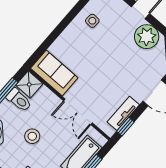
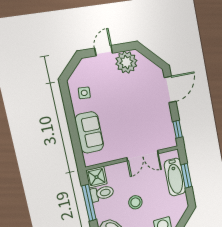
sofa: (54, 73) -> (89, 132), moved, turned 90
tv unit: (123, 113) -> (168, 124), removed

